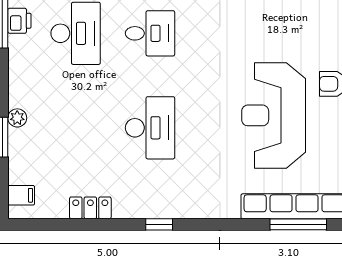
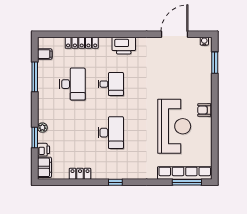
printer: (19, 21) -> (44, 150), moved
reception desk: (274, 115) -> (174, 126), turned 180
filing cabinet: (21, 195) -> (44, 167), width x2.00

